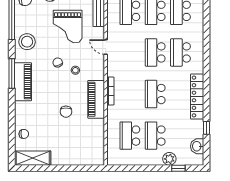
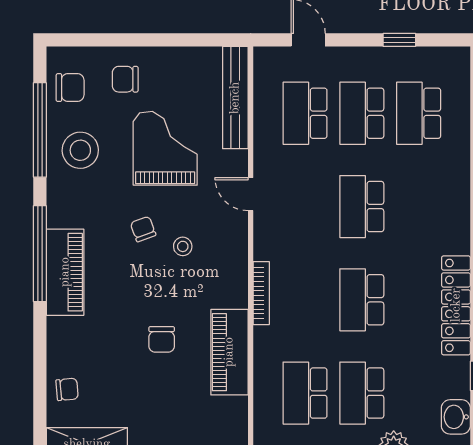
grand piano: (68, 27) -> (165, 148), turned 180
stool: (27, 42) -> (80, 150), moved
school desk: (180, 52) -> (419, 207), removed
window: (12, 73) -> (40, 254), width x1.46
piano: (96, 99) -> (229, 352), moved

